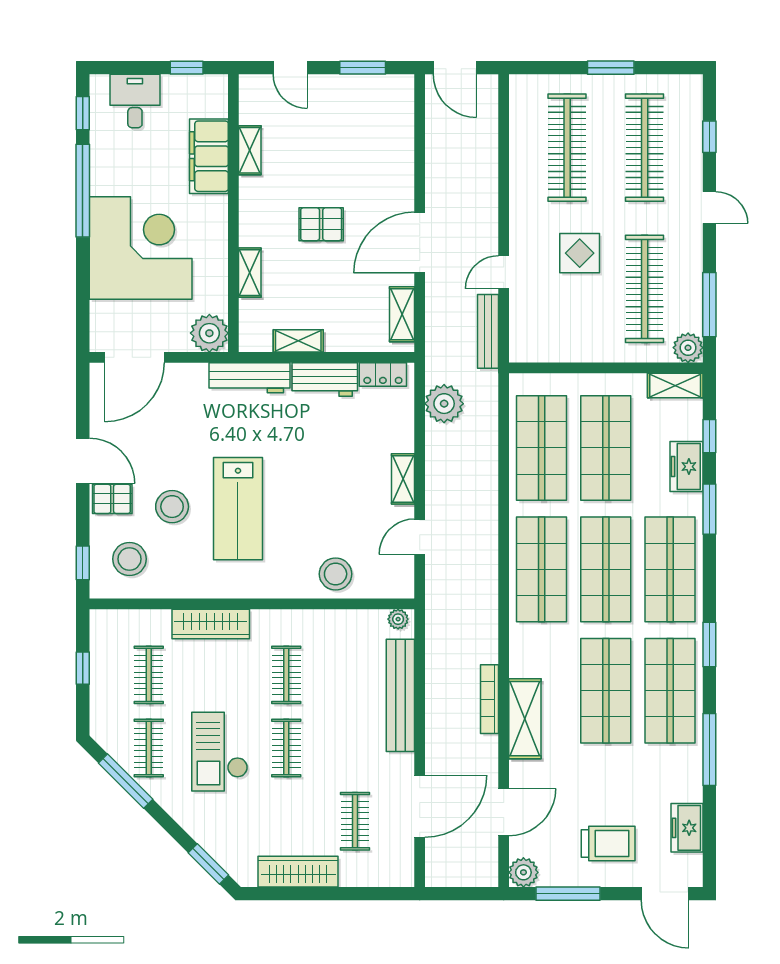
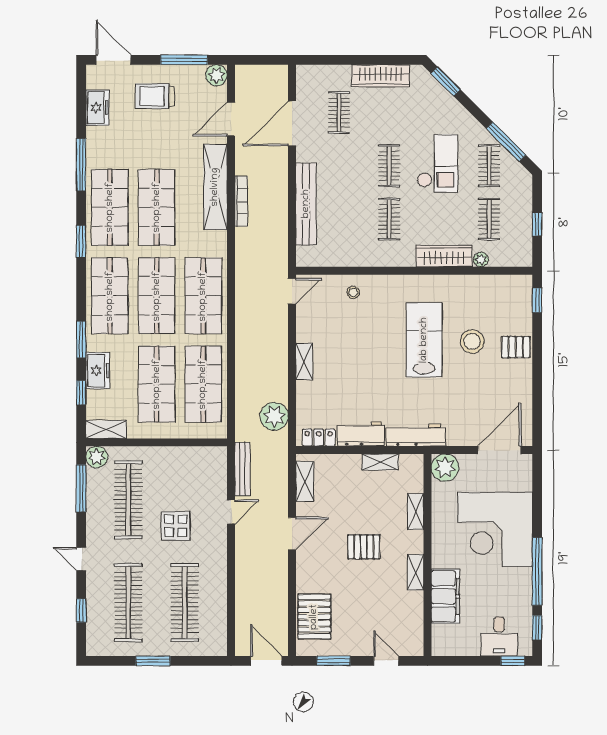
window: (187, 68) -> (513, 661), moved
pallet: (389, 128) -> (314, 617), added
shelving: (250, 150) -> (416, 572), moved
door: (420, 243) -> (292, 534), width x0.73
door: (83, 461) -> (537, 375), removed
door: (420, 537) -> (292, 291), moved
stool: (129, 559) -> (503, 303), removed
stool: (336, 574) -> (353, 292), width x0.53, depth x0.53
plant: (398, 619) -> (481, 260), moved
shelving: (525, 719) -> (215, 187), width x1.47

